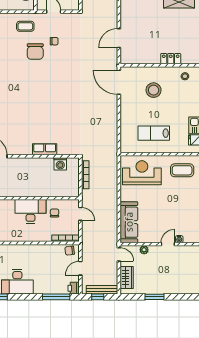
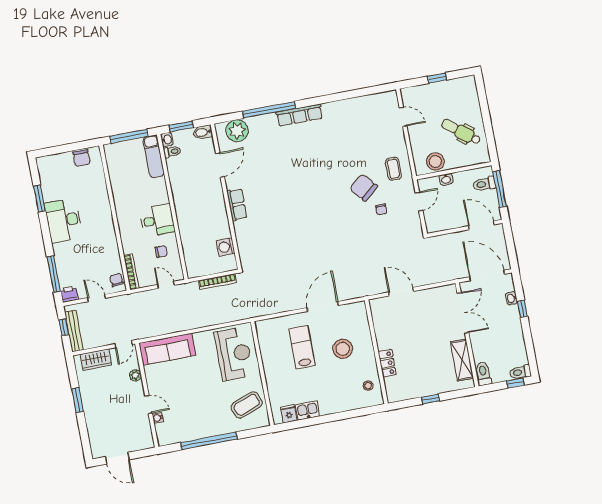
chair: (35, 51) -> (364, 188), turned 50
door: (119, 82) -> (323, 306), moved
lab bench: (154, 133) -> (302, 347), moved
row of seats: (45, 149) -> (237, 205), moved
coffee table: (182, 170) -> (247, 405), turned 69
desk: (31, 211) -> (157, 220), width x0.73
door: (80, 214) -> (166, 285), swing flipped

